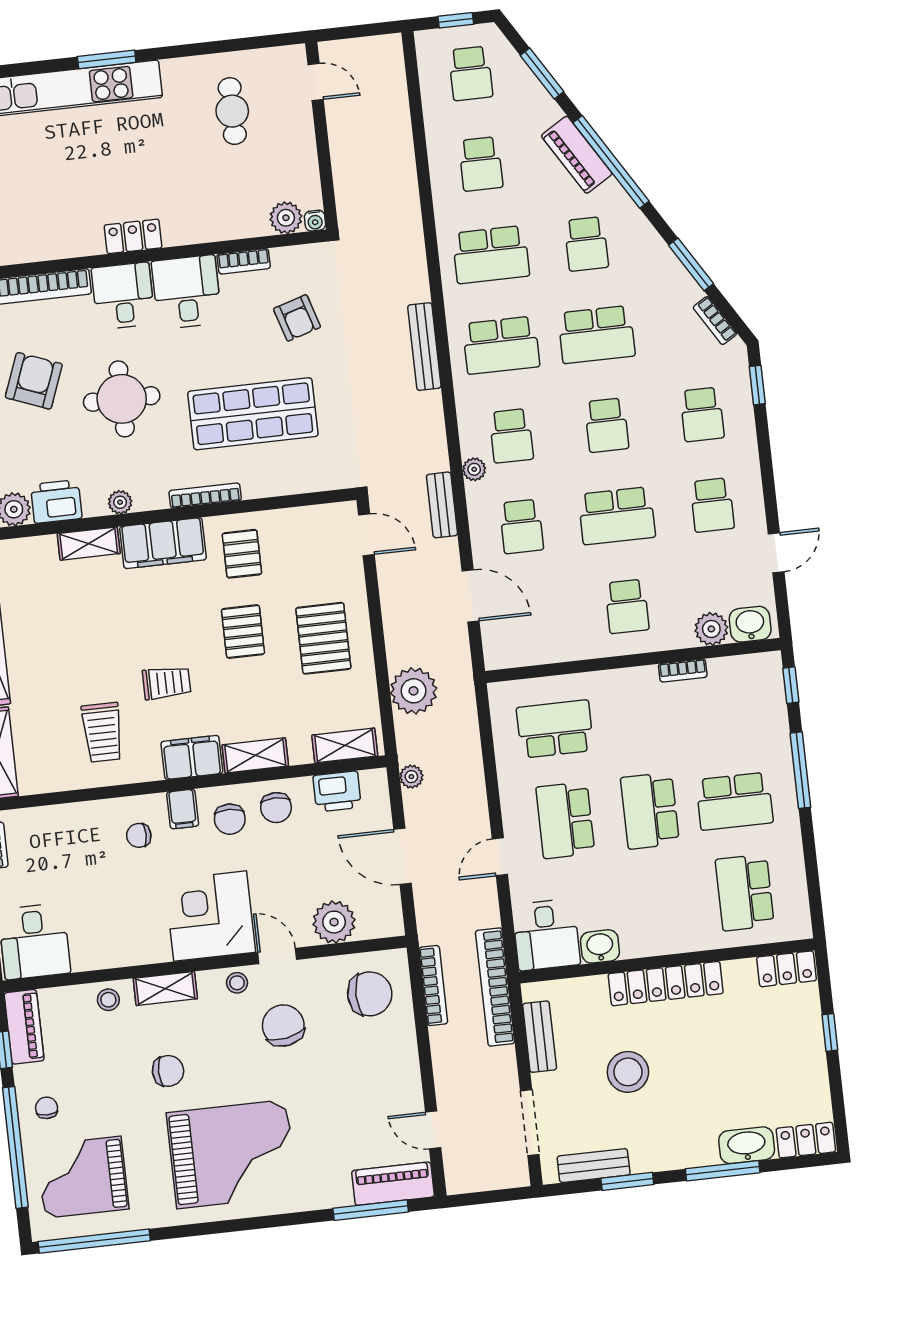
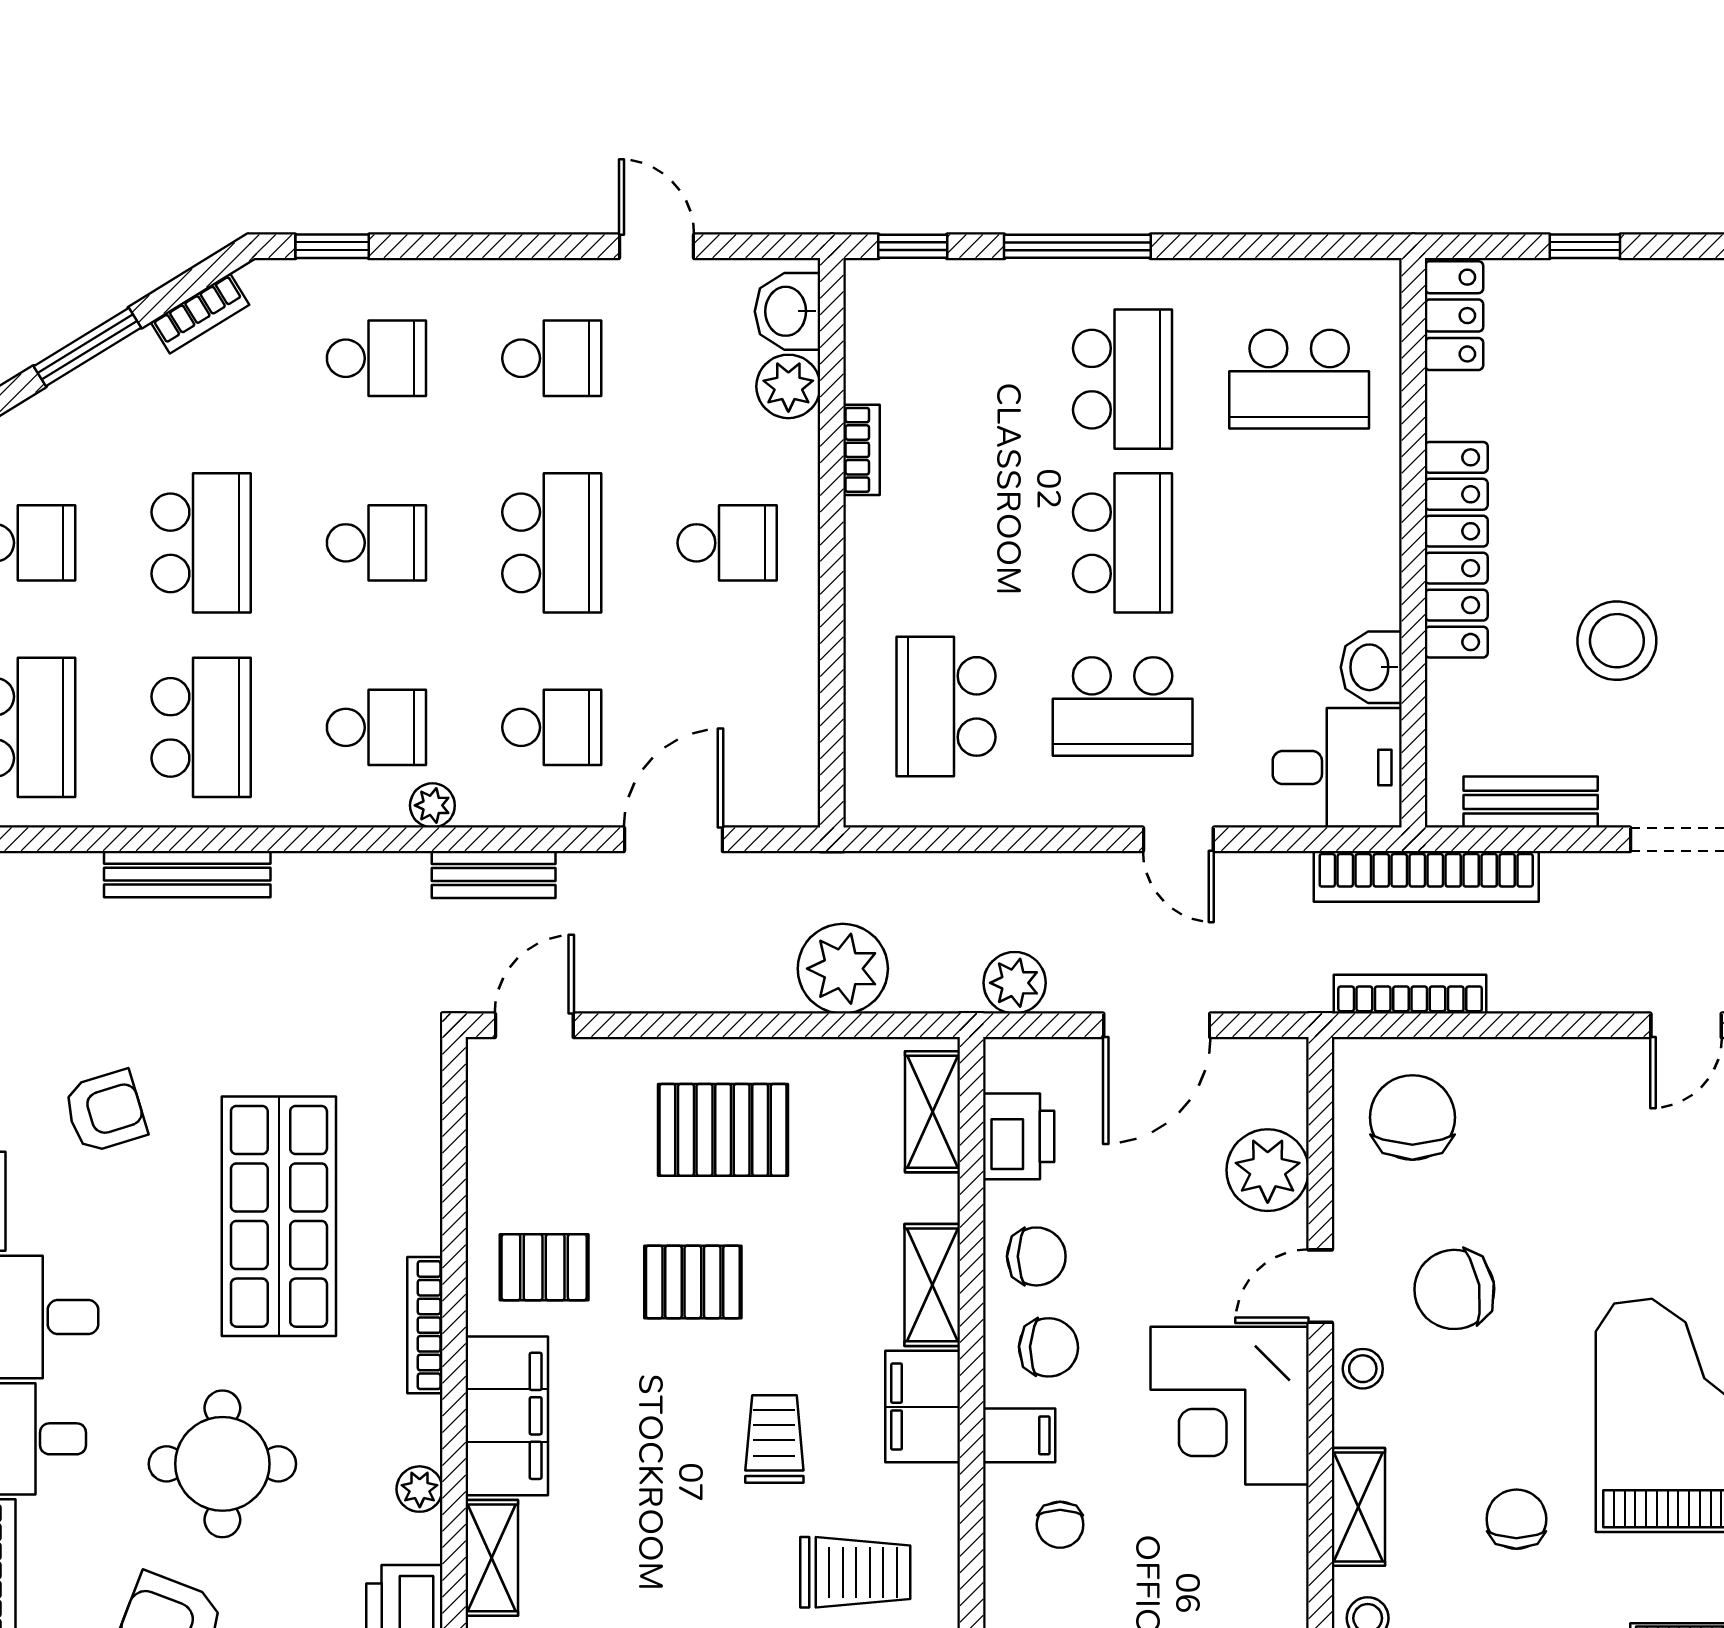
plant: (411, 777) -> (1015, 983), width x1.38, depth x1.38
school desk: (650, 811) -> (1123, 543), turned -90

